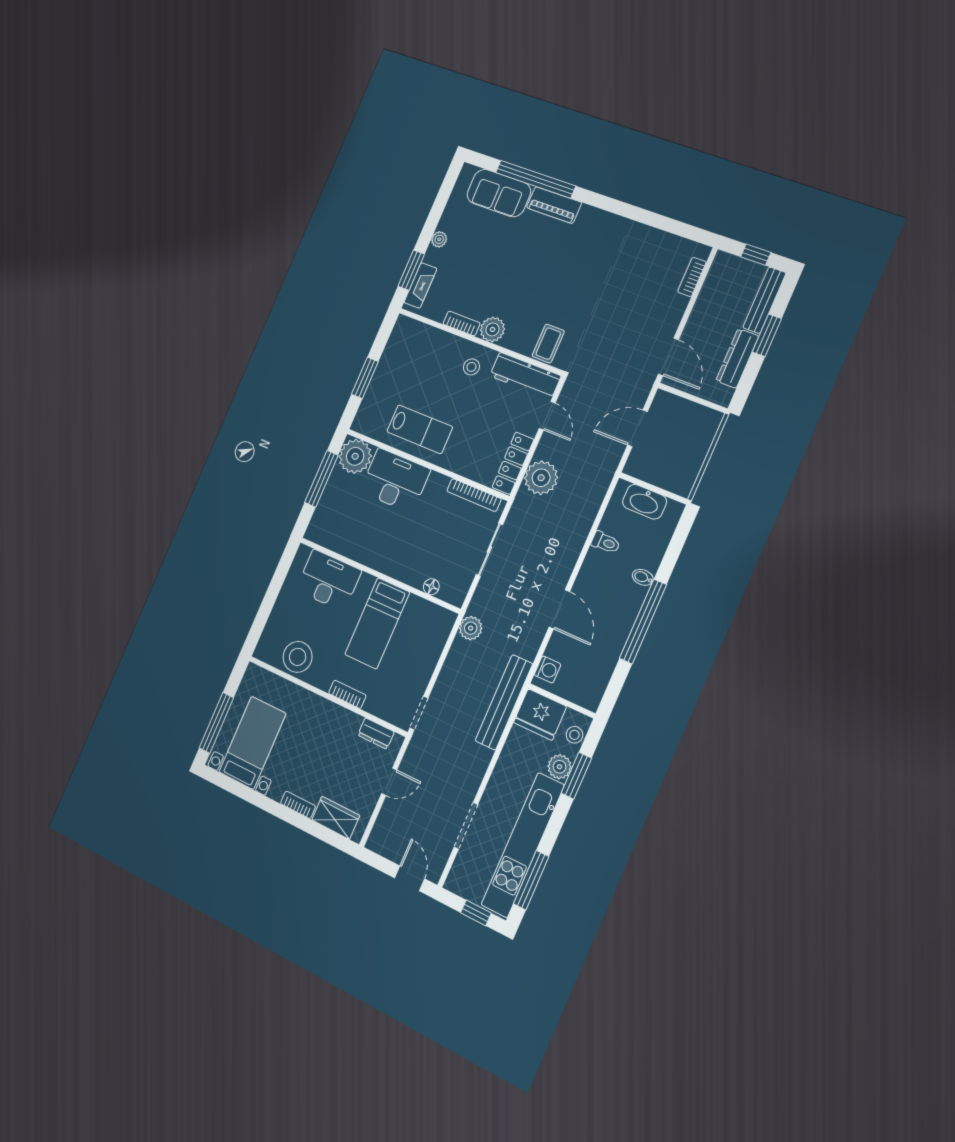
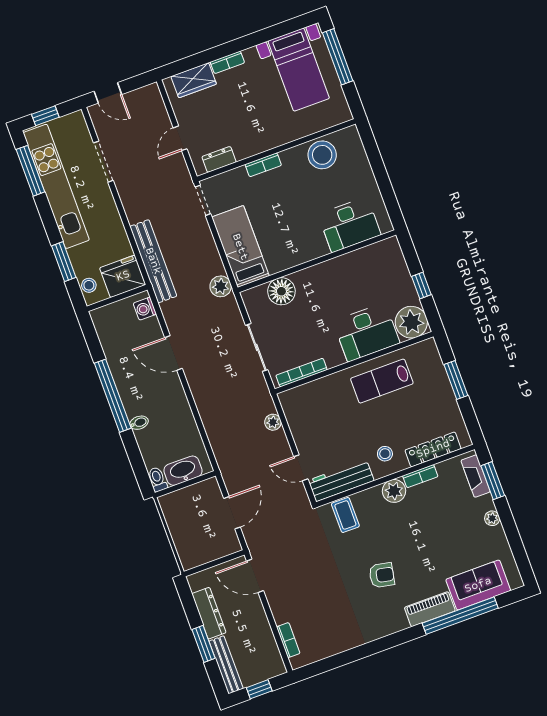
armchair: (566, 267) -> (382, 575), added
locker: (513, 463) -> (433, 449), moved, turned -90
plant: (541, 478) -> (273, 422), width x0.53, depth x0.53
window: (321, 479) -> (421, 285), width x0.46
toilet: (606, 542) -> (157, 479), moved, turned 90
floor lamp: (431, 587) -> (281, 291), width x1.89, depth x1.89
bed: (377, 623) -> (240, 247), moved
plant: (560, 767) -> (79, 257), removed

